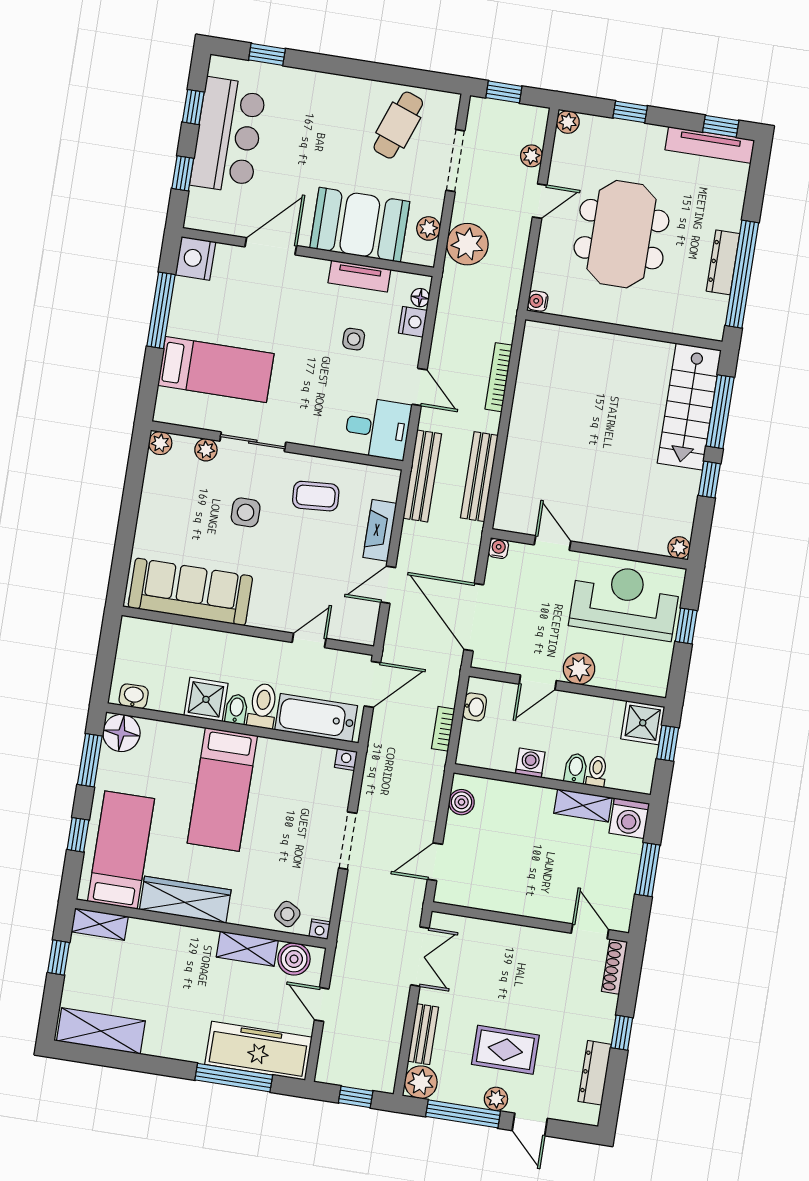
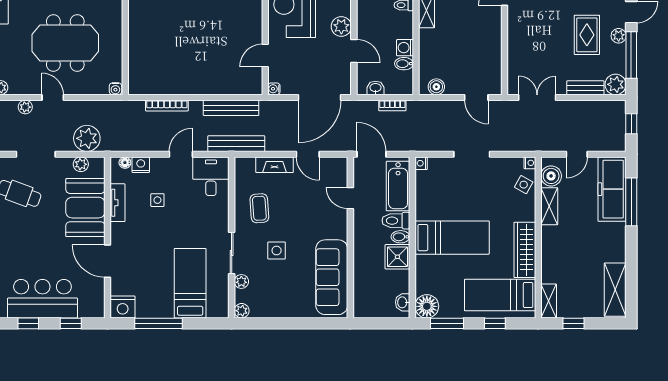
bidet: (576, 768) -> (404, 64), moved

